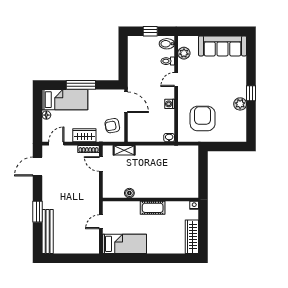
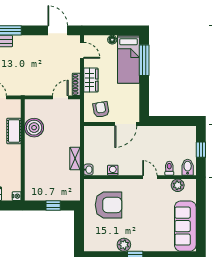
window: (81, 85) -> (144, 60), moved
washing machine: (170, 104) -> (113, 170), moved
shelving: (124, 150) -> (75, 158), moved
window: (203, 171) -> (53, 205), added
boiler: (129, 193) -> (34, 128), width x1.86, depth x1.86
cot: (153, 208) -> (14, 131), moved

